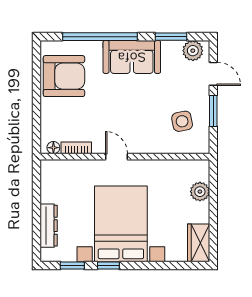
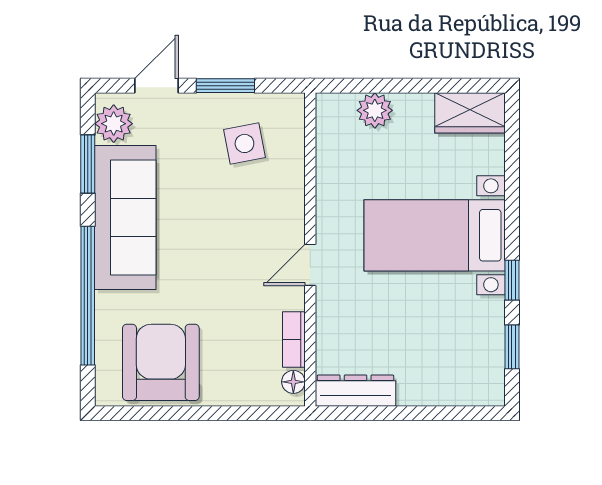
sofa: (132, 57) -> (125, 217), width x1.36
bed with nightstands: (121, 224) -> (435, 235), width x0.73
dresser: (49, 226) -> (356, 391), moved

